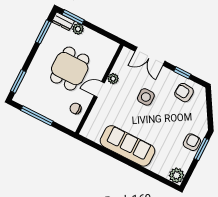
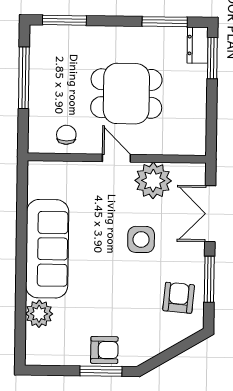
plant: (78, 29) -> (197, 75), removed
window: (182, 73) -> (209, 279), width x1.50
plant: (113, 79) -> (153, 181), width x1.87, depth x1.87
plant: (177, 175) -> (39, 314), moved

